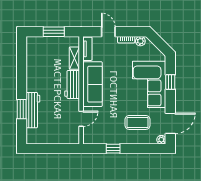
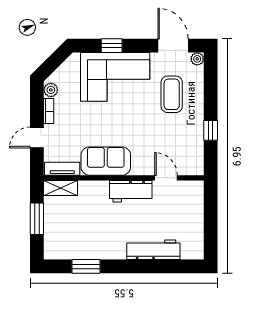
shelving: (74, 58) -> (60, 188), moved
sofa: (93, 84) -> (106, 161), width x0.73
workbench: (72, 85) -> (131, 191), moved
window: (22, 109) -> (86, 266), moved

